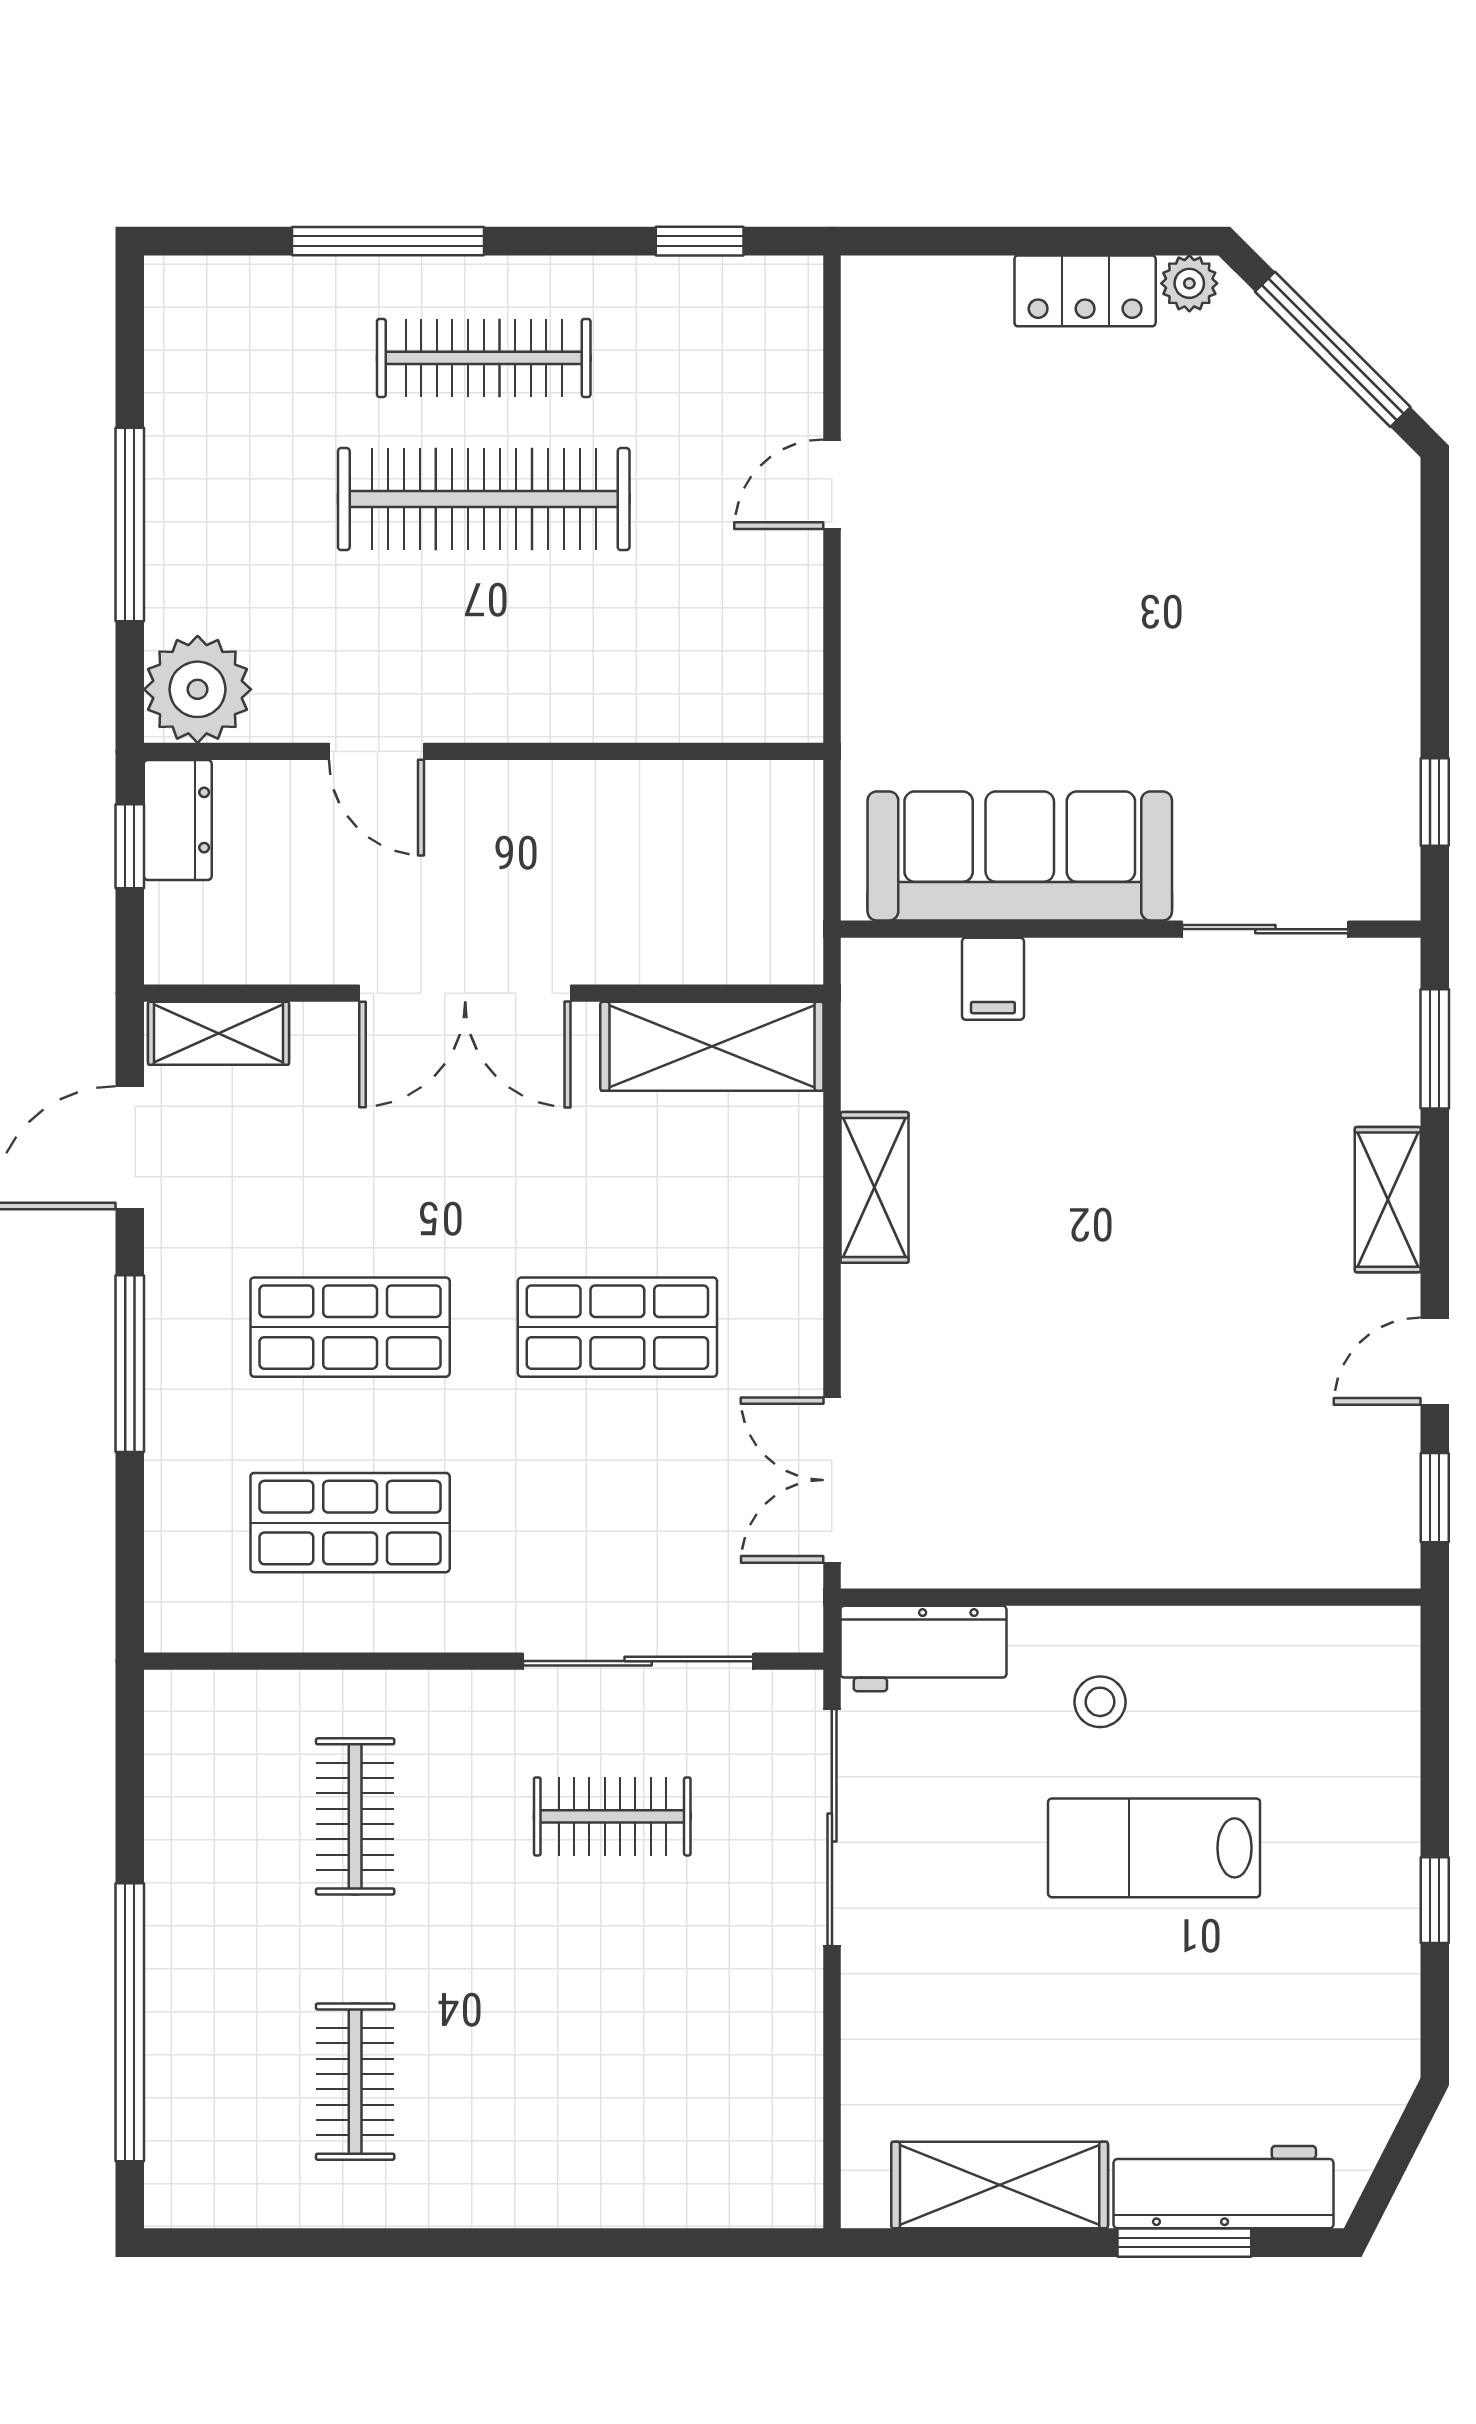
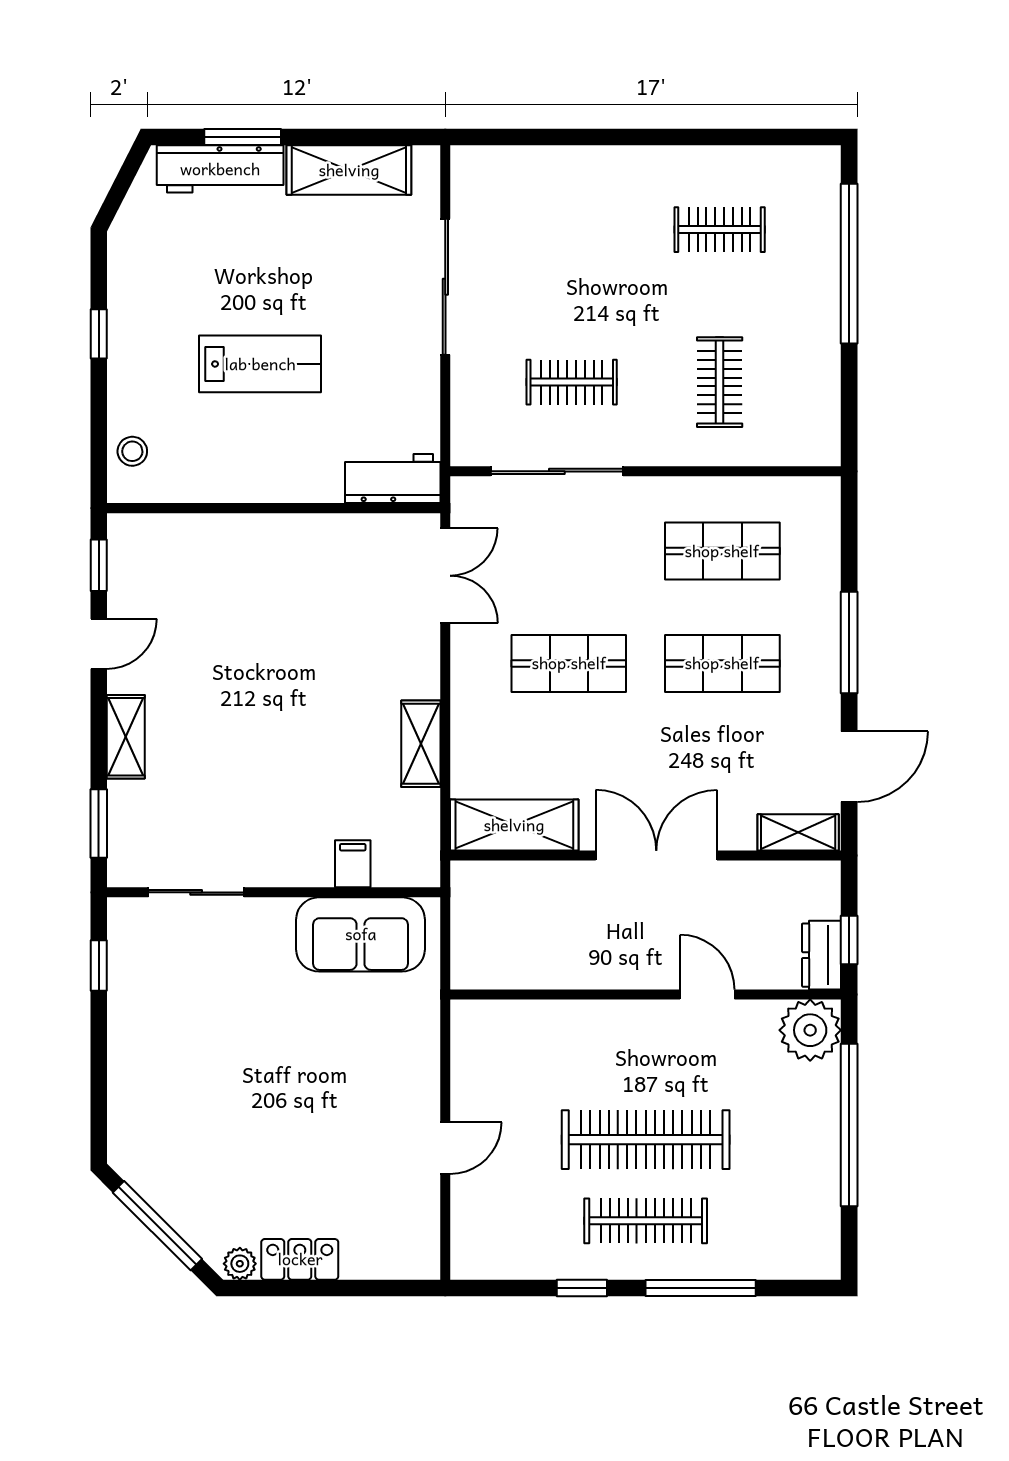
window: (700, 241) -> (582, 1288), moved
window: (130, 524) -> (849, 1125), width x1.46
sofa: (1020, 856) -> (361, 934), width x0.73
stool: (1100, 1702) -> (132, 451), moved
sliding door: (832, 1828) -> (445, 287), moved
clothes rail: (355, 2082) -> (720, 230), turned 90

